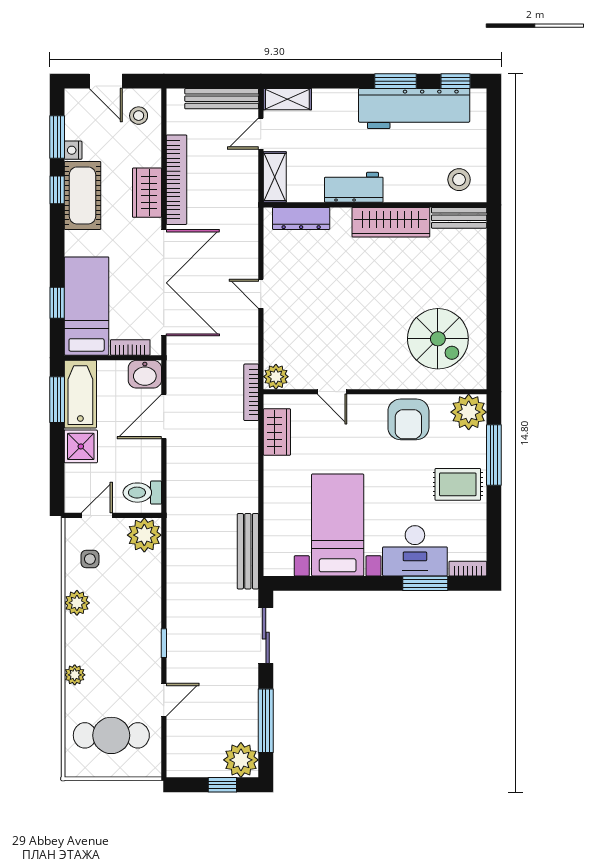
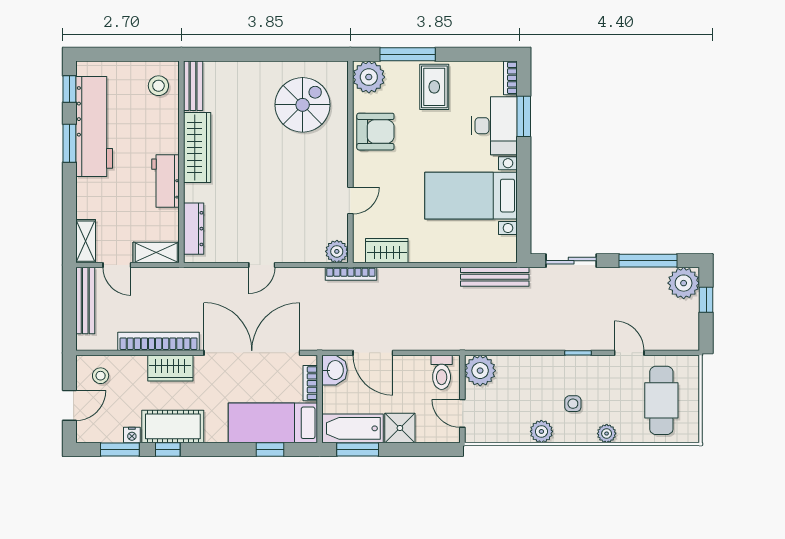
side table: (90, 559) -> (573, 404), moved

